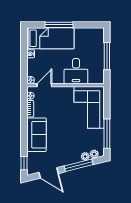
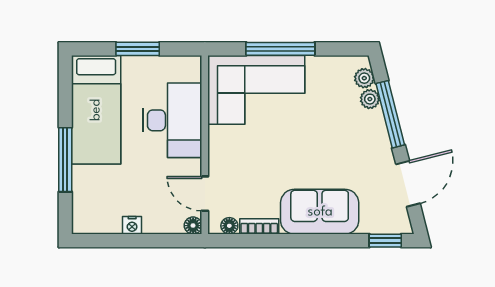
bed: (50, 38) -> (96, 110), moved, turned 180
window: (107, 56) -> (138, 49), width x0.69
desk: (76, 71) -> (172, 120), width x1.37
window: (107, 134) -> (280, 49), moved

